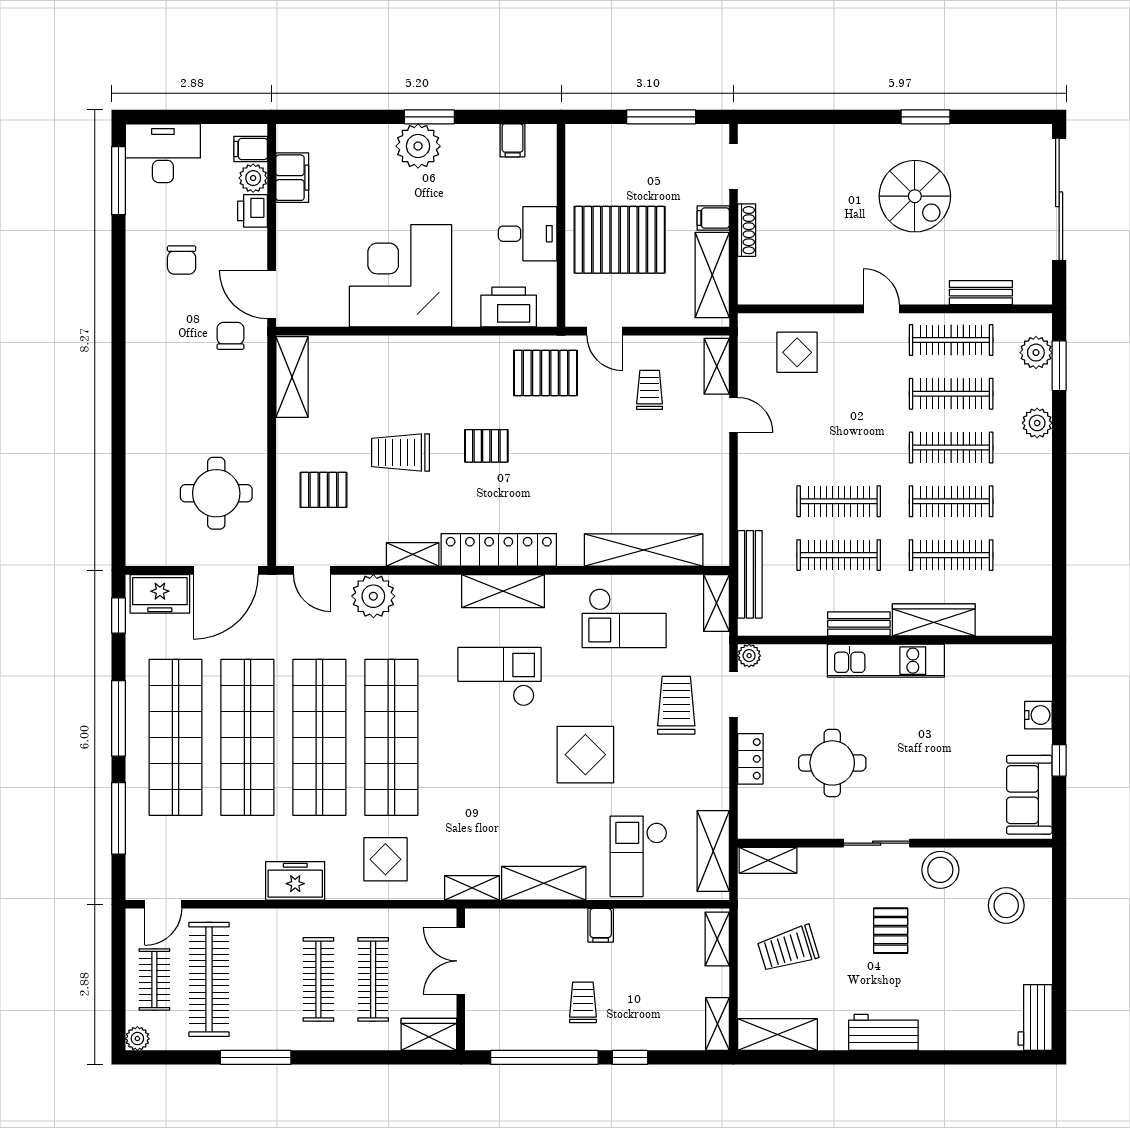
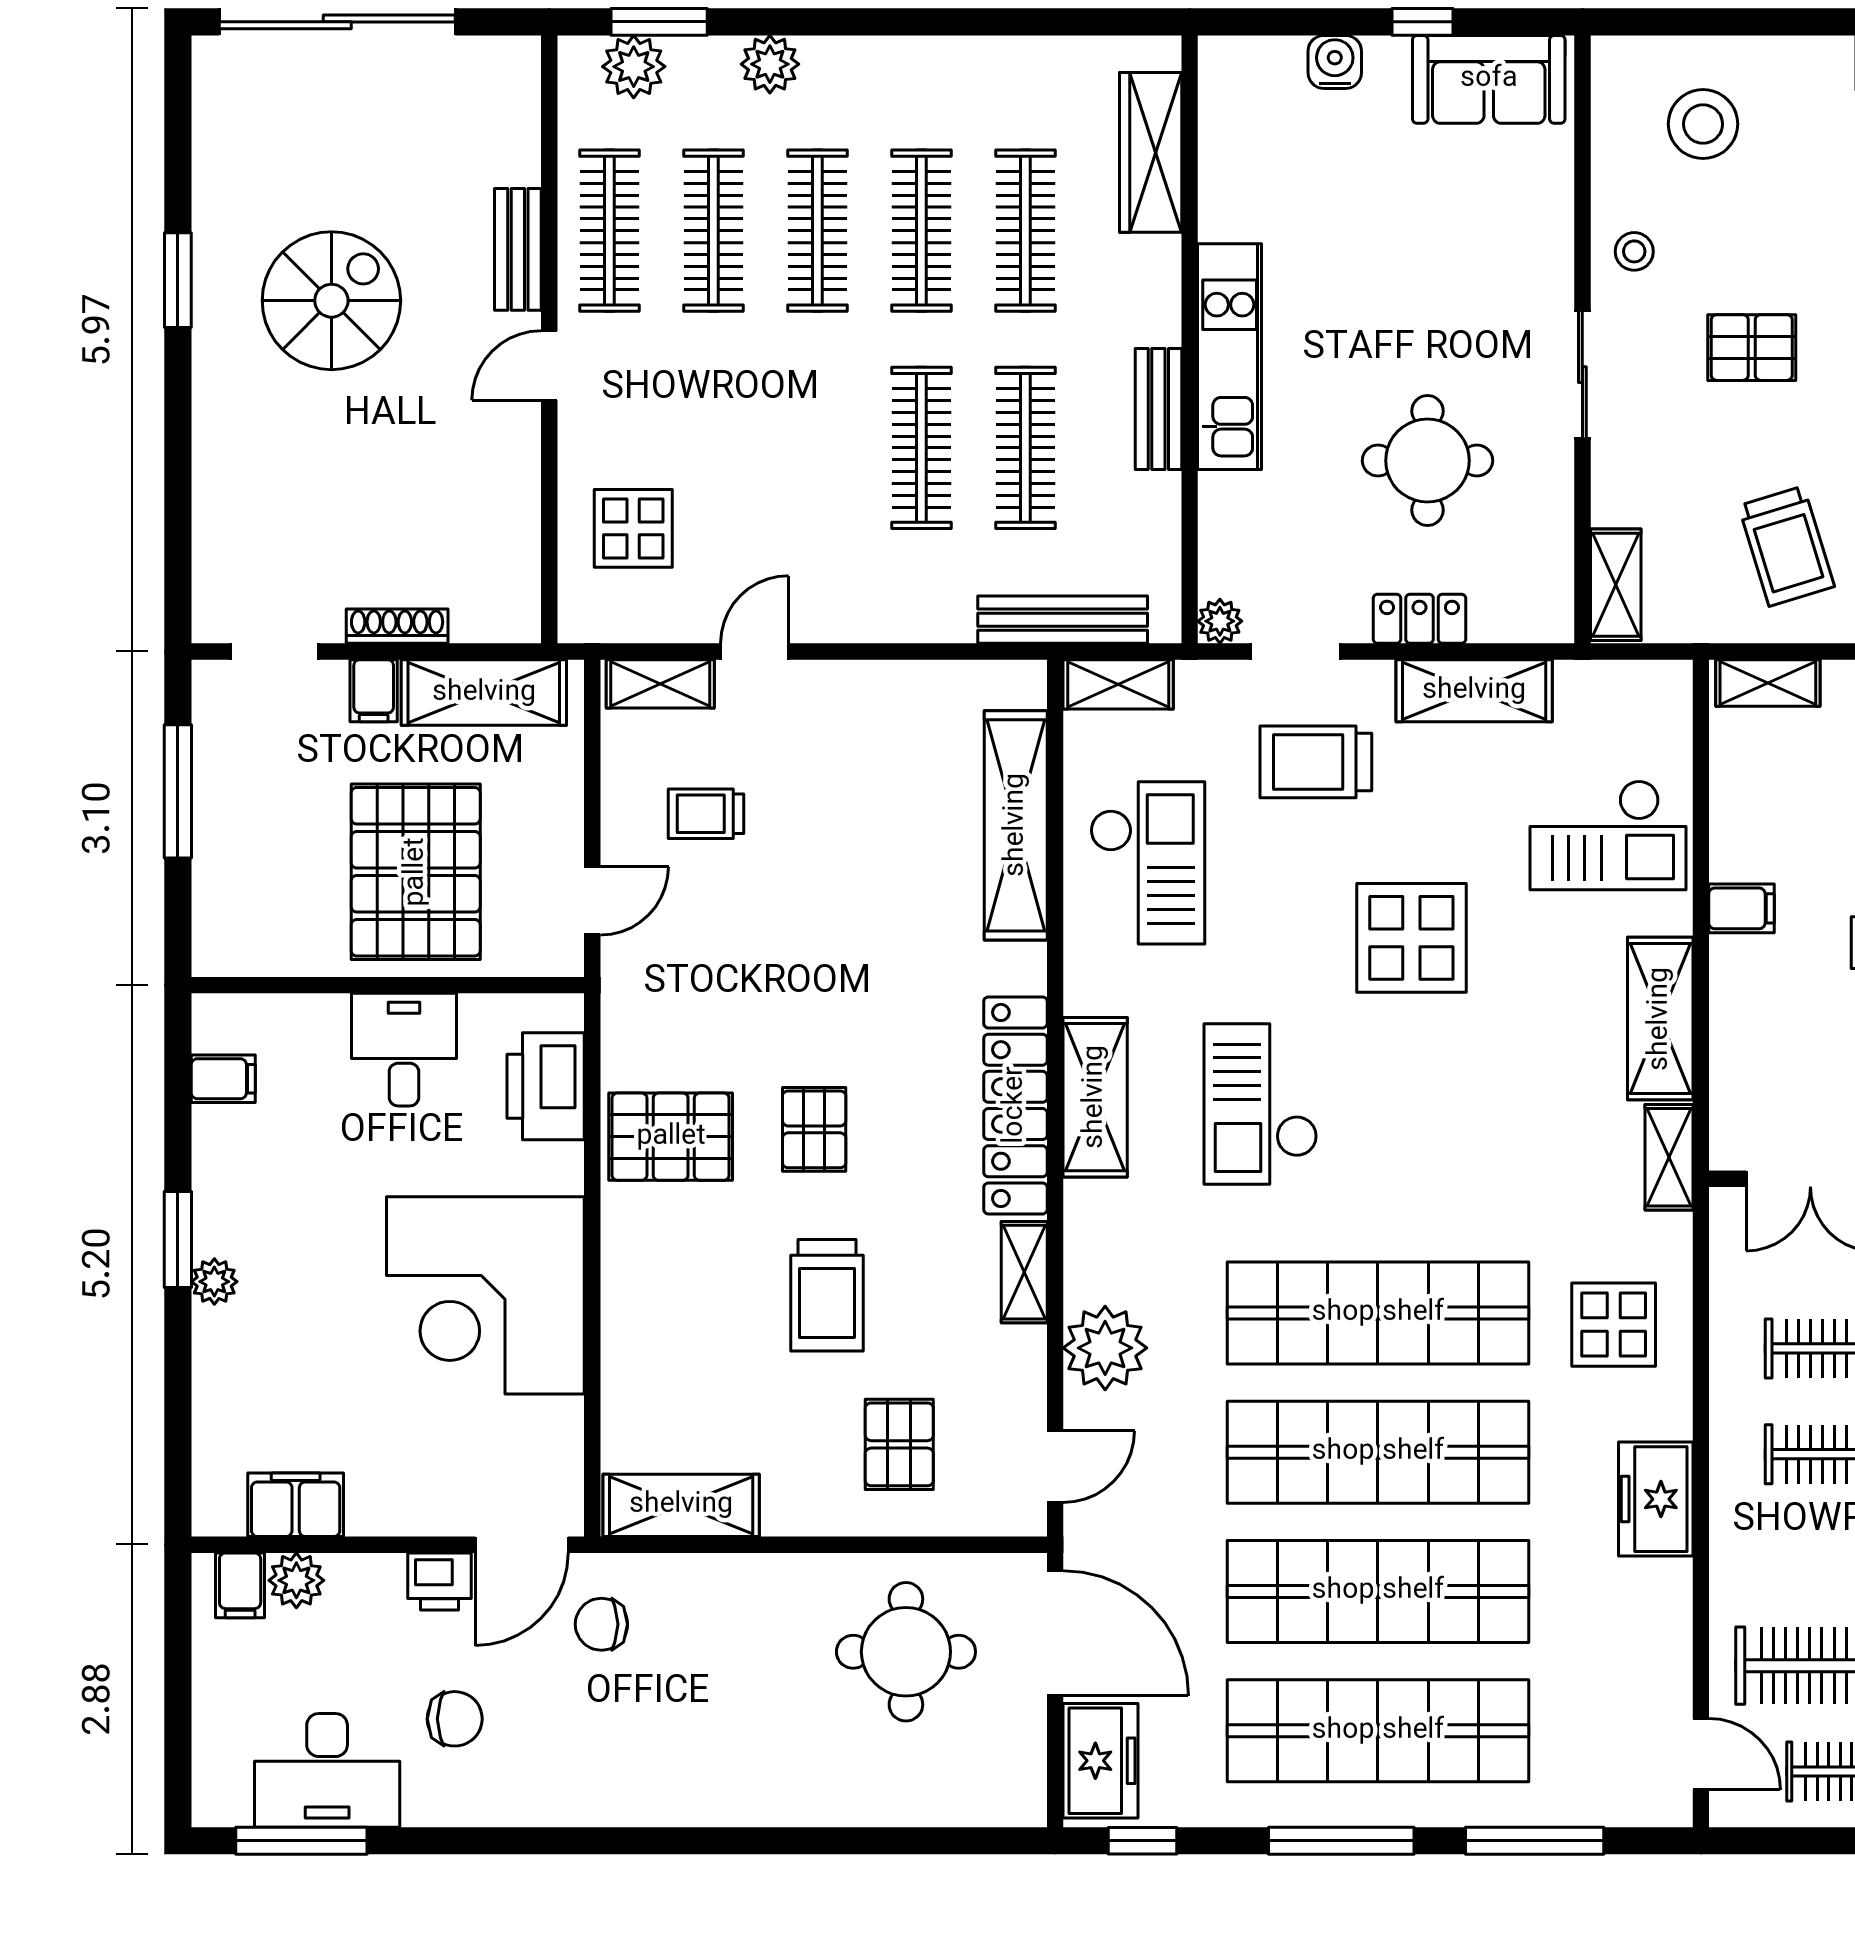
plant: (418, 146) -> (214, 1282), width x0.53, depth x0.53
desk: (163, 153) -> (327, 1770), moved, turned -90
printer: (253, 211) -> (439, 1582), moved
bench: (981, 293) -> (518, 249), moved
pallet: (545, 373) -> (671, 1137), moved, turned 90
wardrobe: (934, 620) -> (1151, 152), moved
shelving: (713, 851) -> (1474, 691), moved
stool: (940, 870) -> (1634, 251), width x0.53, depth x0.53

